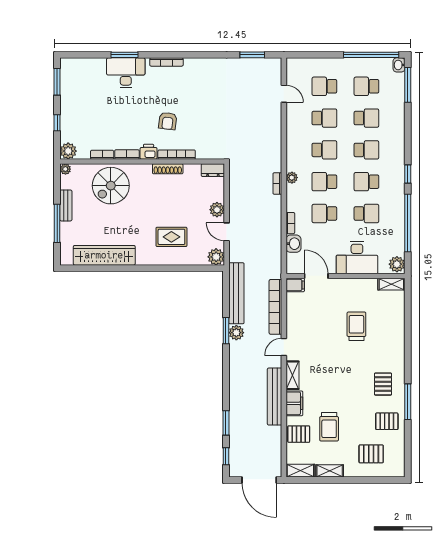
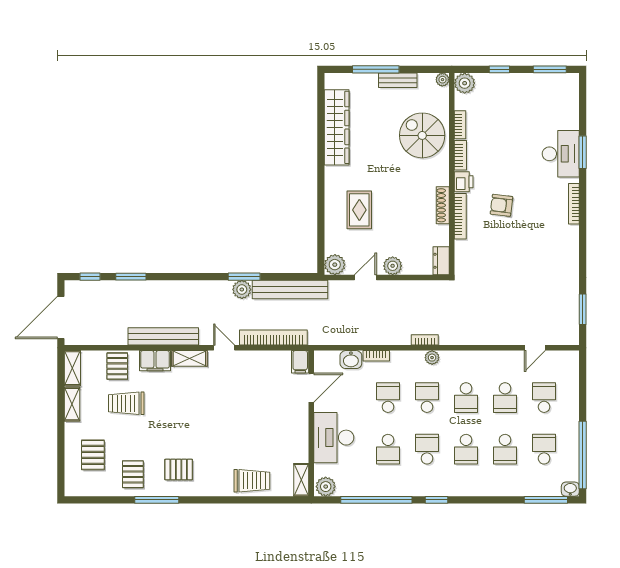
trolley: (356, 326) -> (252, 481), moved

